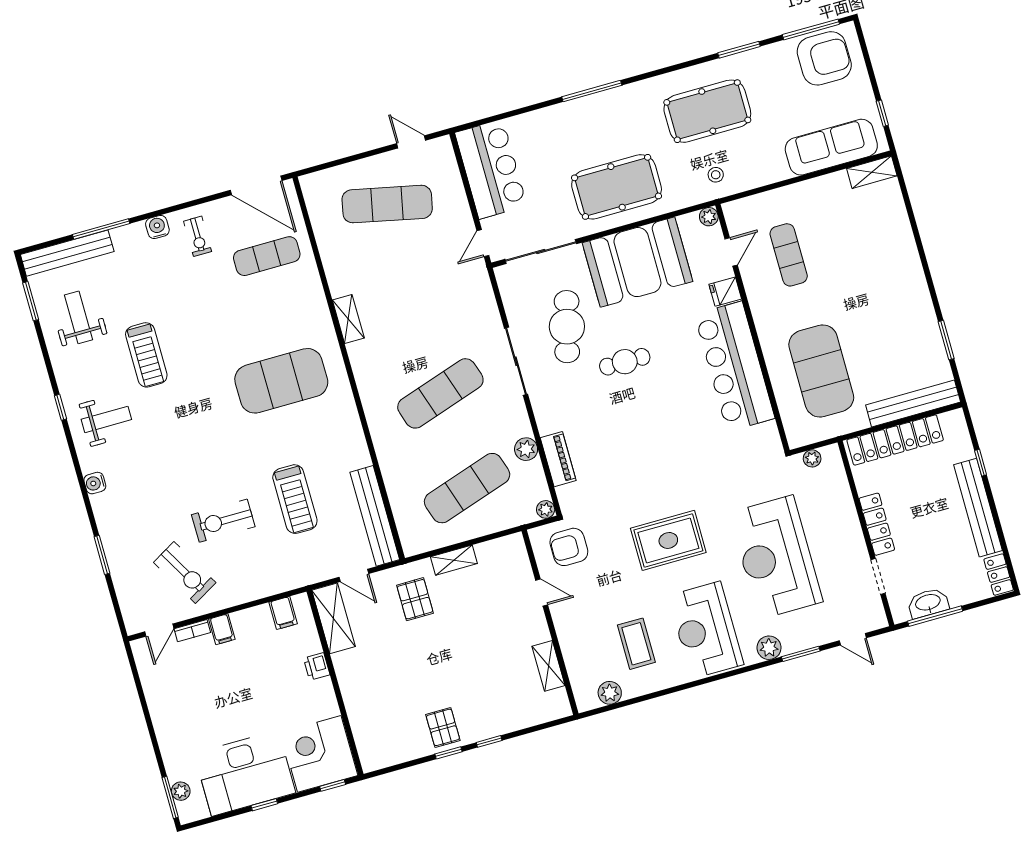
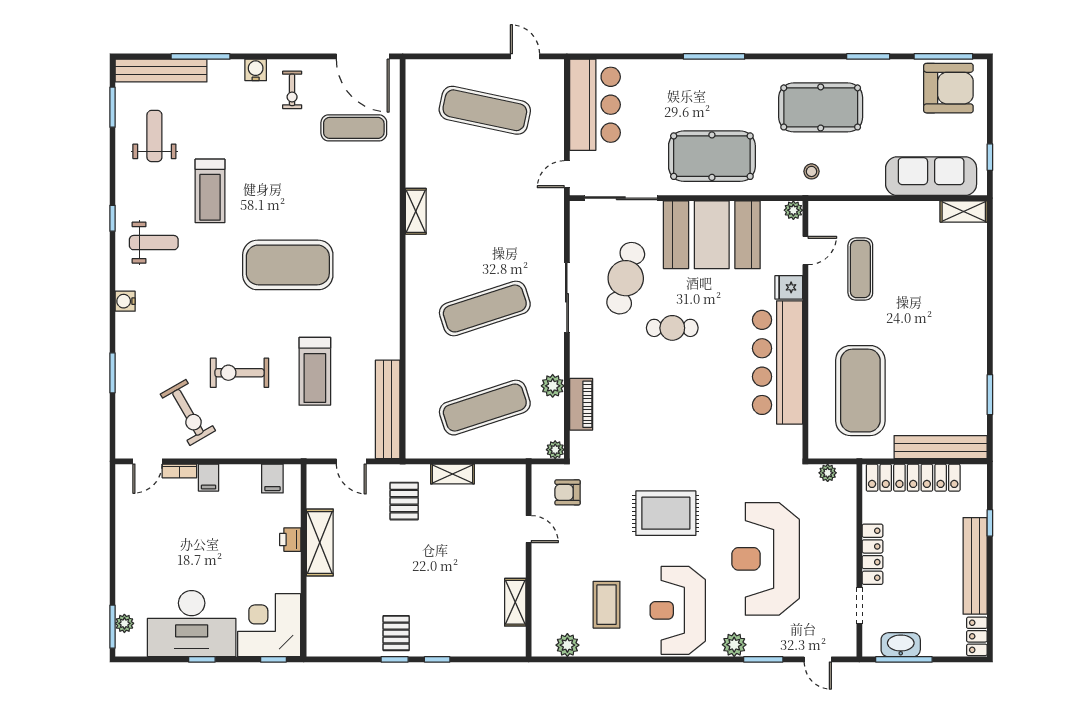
exercise mat: (281, 381) -> (288, 265), moved
armchair: (569, 547) -> (568, 492), width x0.72, depth x0.72
shelving: (334, 618) -> (320, 543), moved

